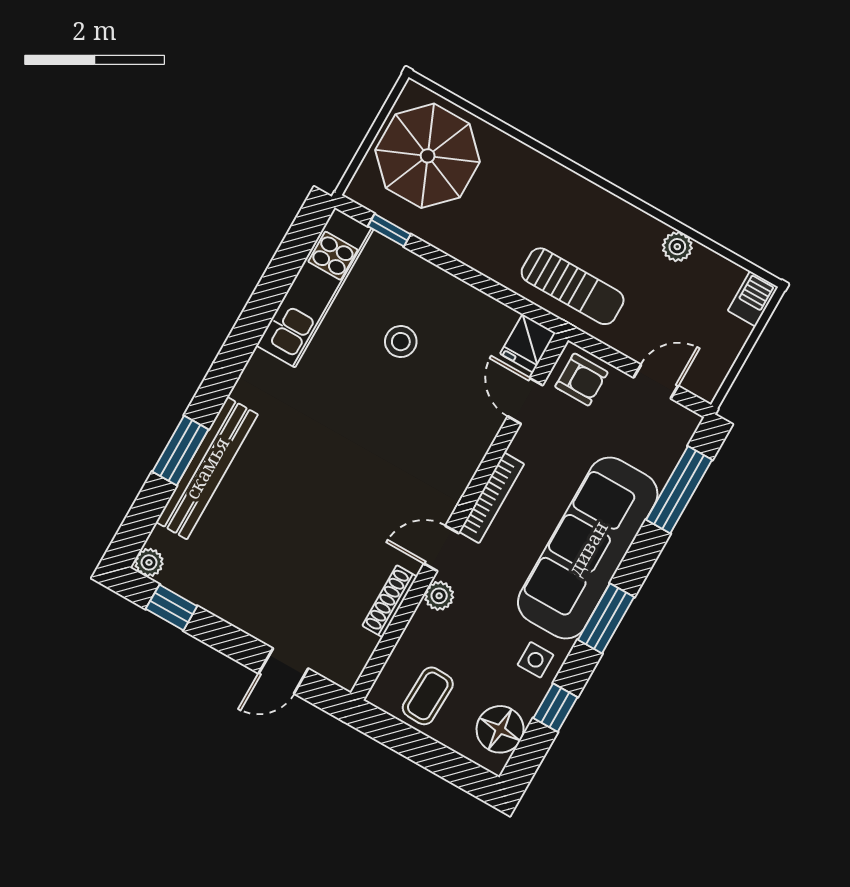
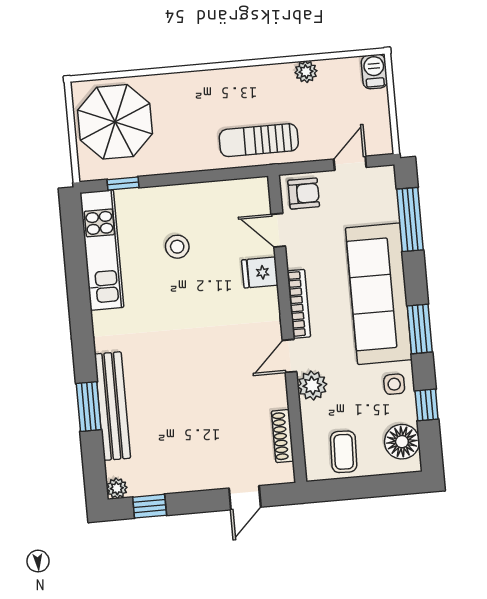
sun lounger: (573, 286) -> (259, 140), turned 180
fridge: (528, 343) -> (260, 273), moved, turned 90
plant: (439, 596) -> (312, 385), width x1.38, depth x1.38
shoe rack: (390, 601) -> (283, 436), moved

